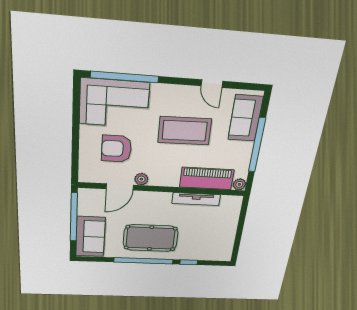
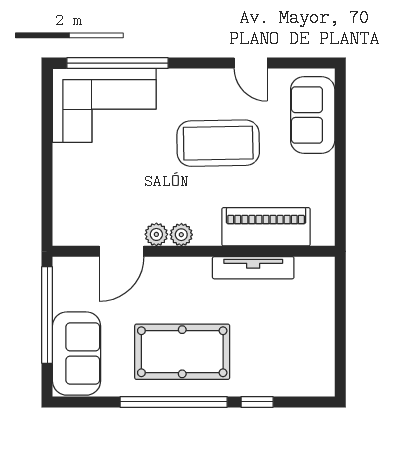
window: (257, 145) -> (340, 160), removed
armchair: (117, 149) -> (112, 182), removed
plant: (239, 184) -> (181, 235), moved

